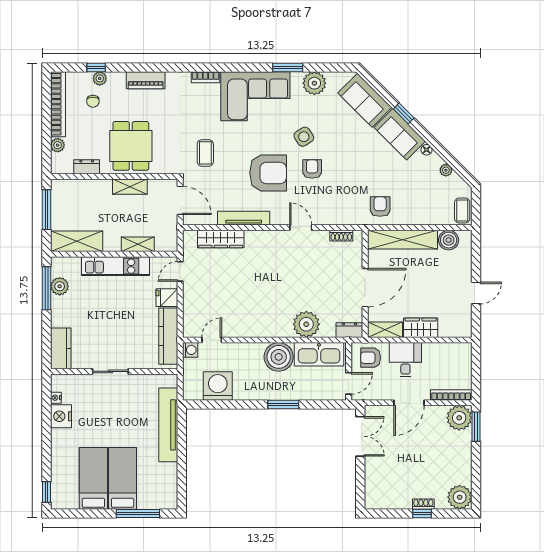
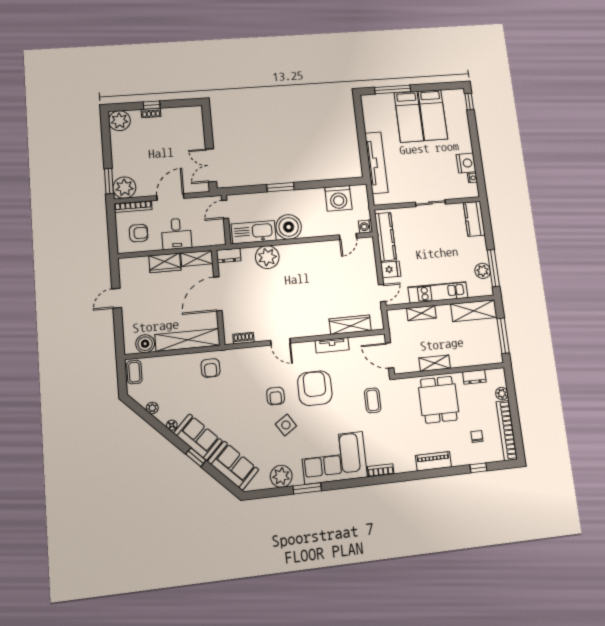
plant: (100, 78) -> (474, 458), removed
armchair: (268, 173) -> (315, 388), turned 90
tv unit: (244, 218) -> (332, 345), width x0.71
armchair: (371, 358) -> (139, 233), moved

